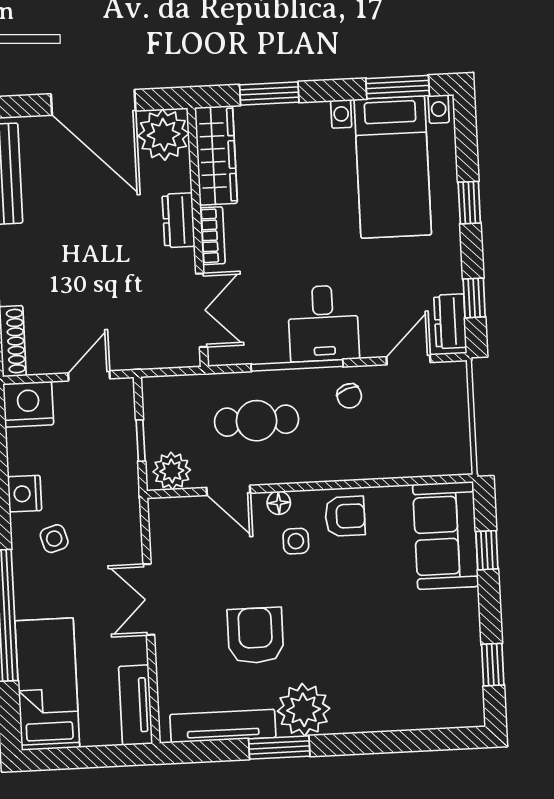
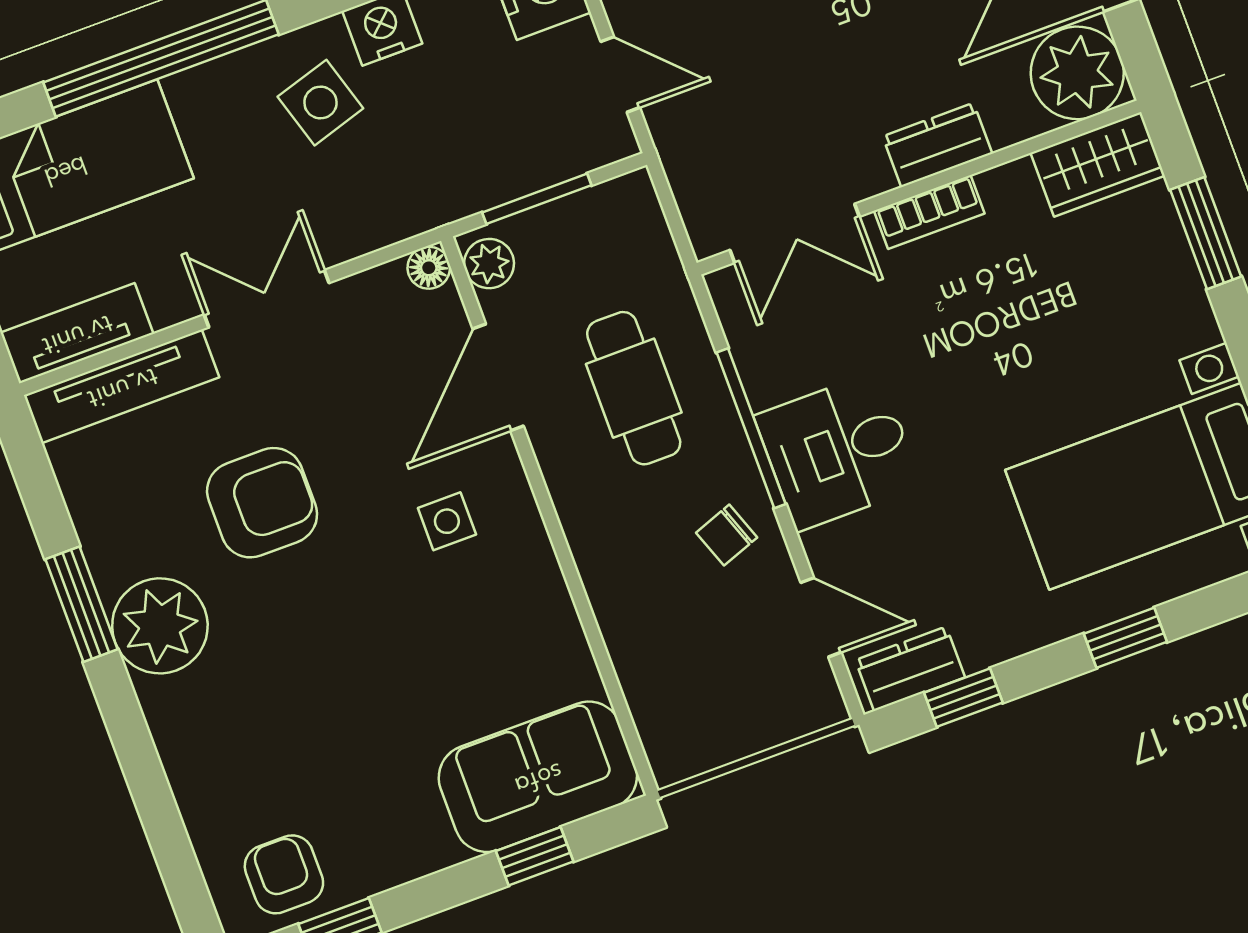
wardrobe: (216, 155) -> (1098, 164), width x0.67
window: (141, 441) -> (537, 199), width x1.50
plant: (172, 471) -> (489, 264), width x0.73, depth x0.73
door: (228, 490) -> (498, 377), width x1.37
floor lamp: (279, 503) -> (429, 268), moved
armchair: (345, 516) -> (284, 874), moved, turned 180
side table: (54, 539) -> (320, 103), width x1.37, depth x1.37
tv unit: (223, 726) -> (122, 386), moved, turned 90

